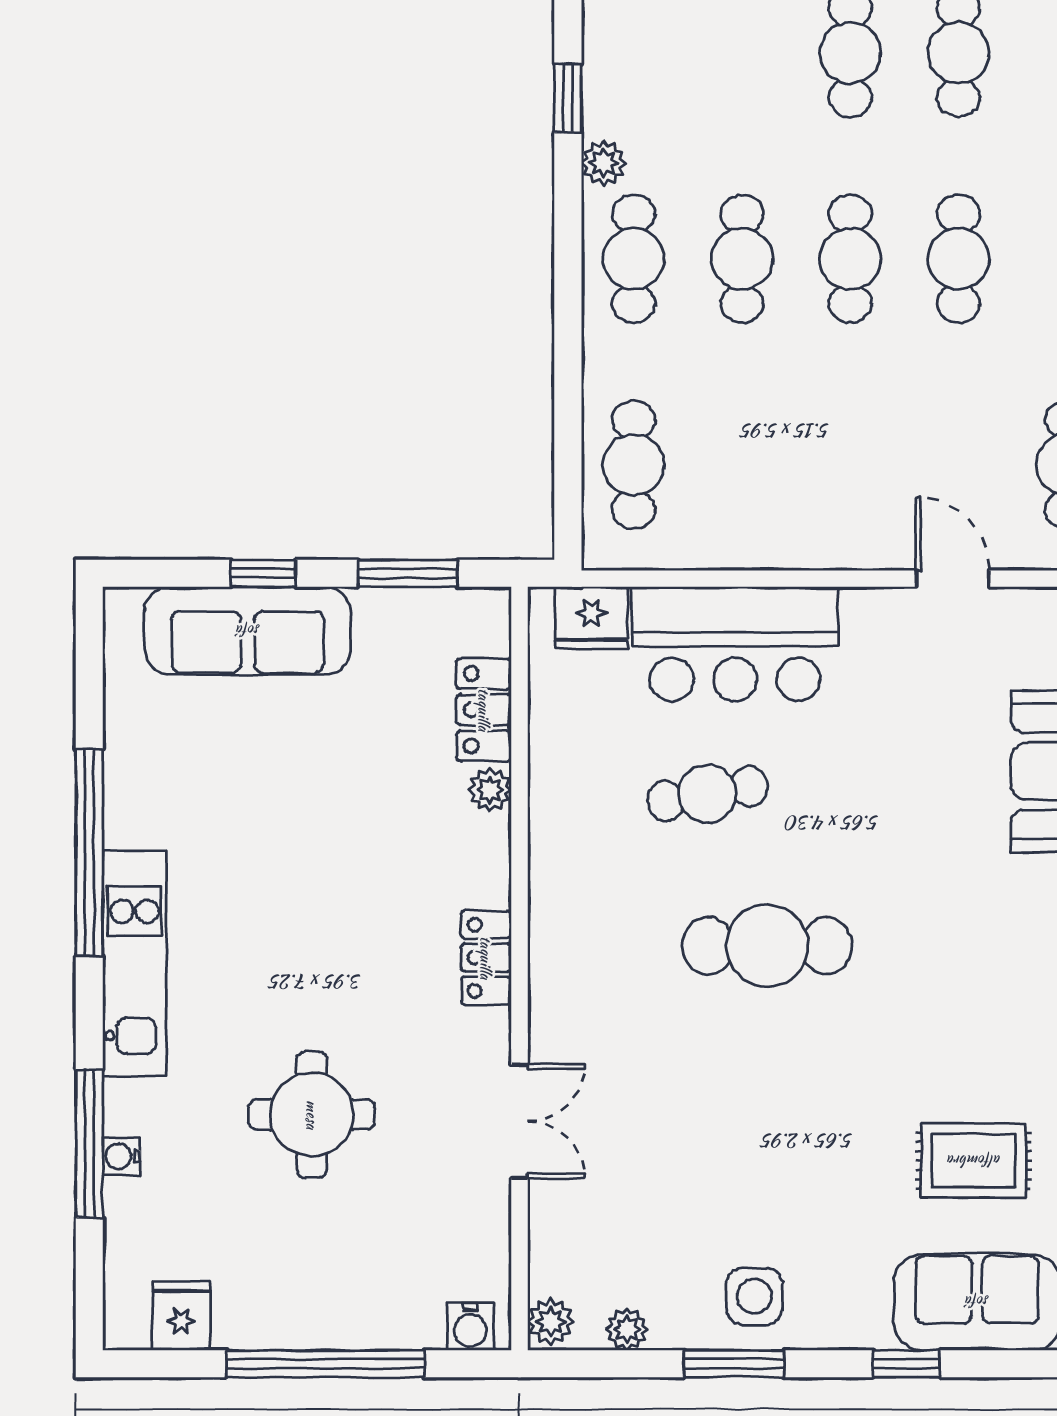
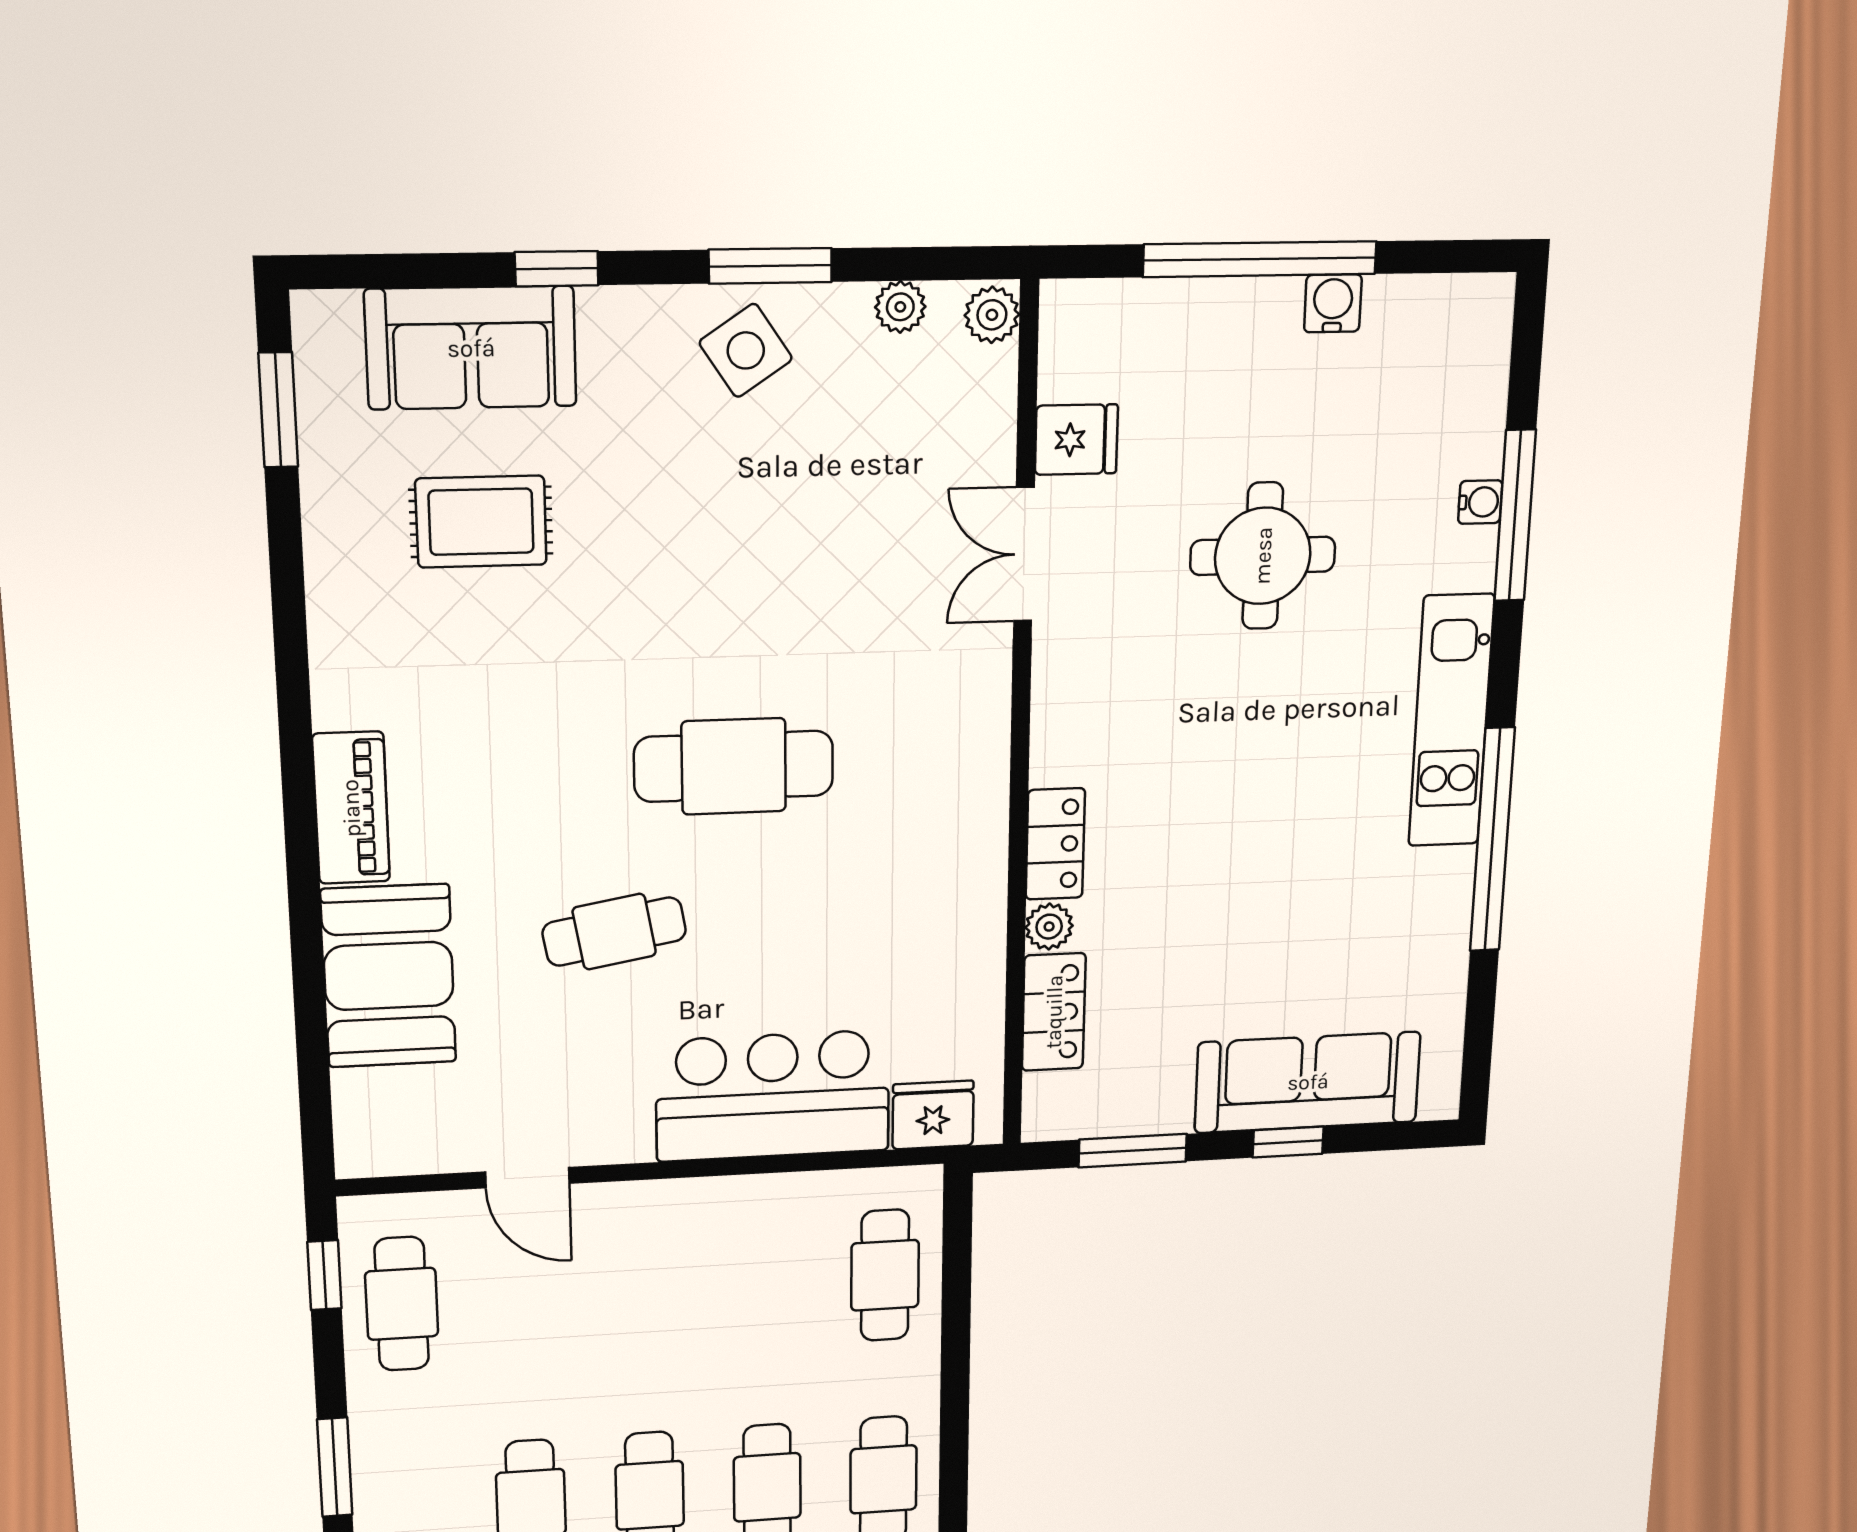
cafe table: (707, 793) -> (614, 932), moved
locker: (486, 958) -> (1055, 844), moved
side table: (754, 1296) -> (746, 350), turned -34
fridge: (181, 1316) -> (1076, 440), moved, turned -90
water cooler: (470, 1327) -> (1333, 303), moved

